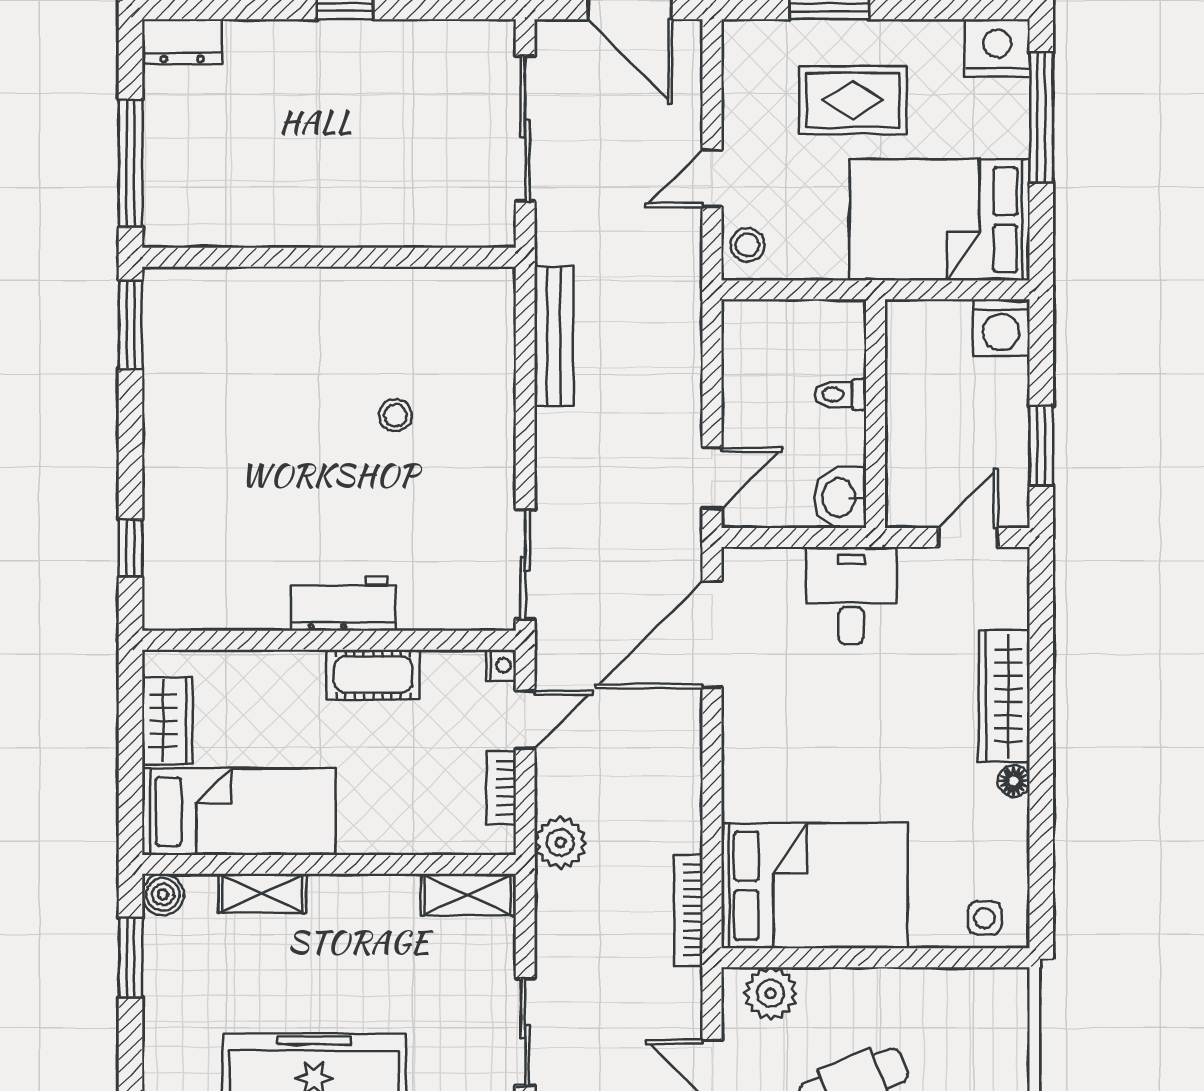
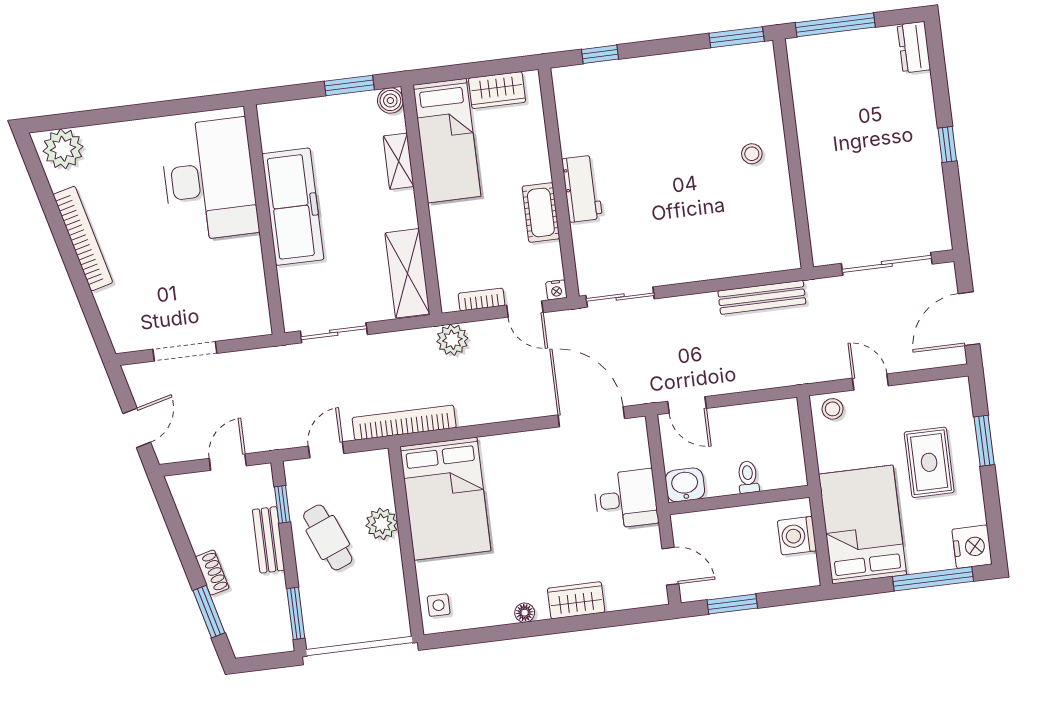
washing machine: (1001, 328) -> (797, 536), moved
stool: (395, 415) -> (752, 154), moved
wardrobe: (1004, 696) -> (576, 600), width x0.67
shelving: (468, 895) -> (407, 273), width x1.50, depth x1.33
bookcase: (688, 910) -> (404, 423), width x1.48, depth x1.31
plant: (771, 993) -> (382, 524), moved

